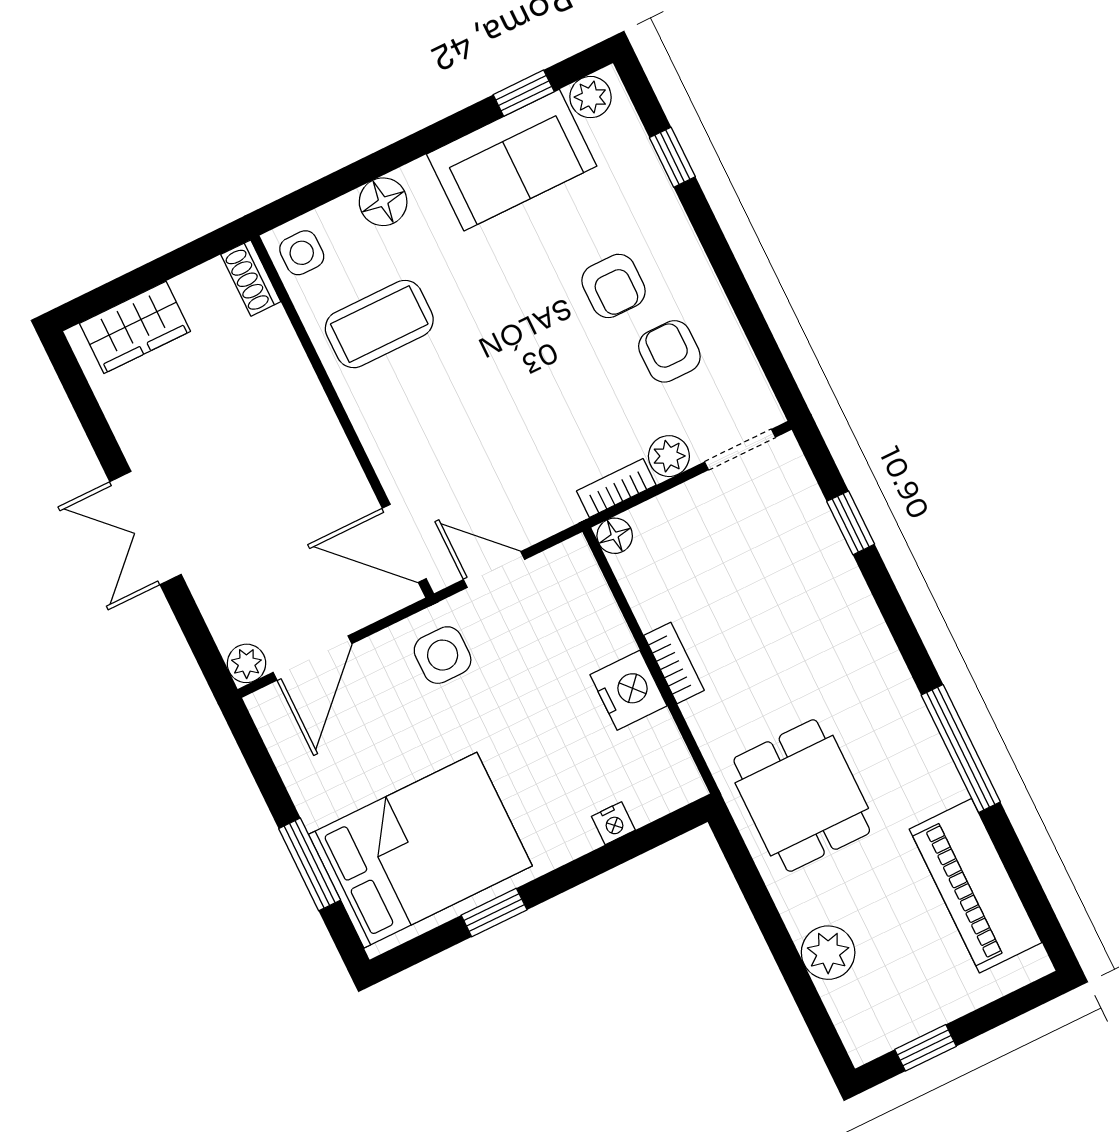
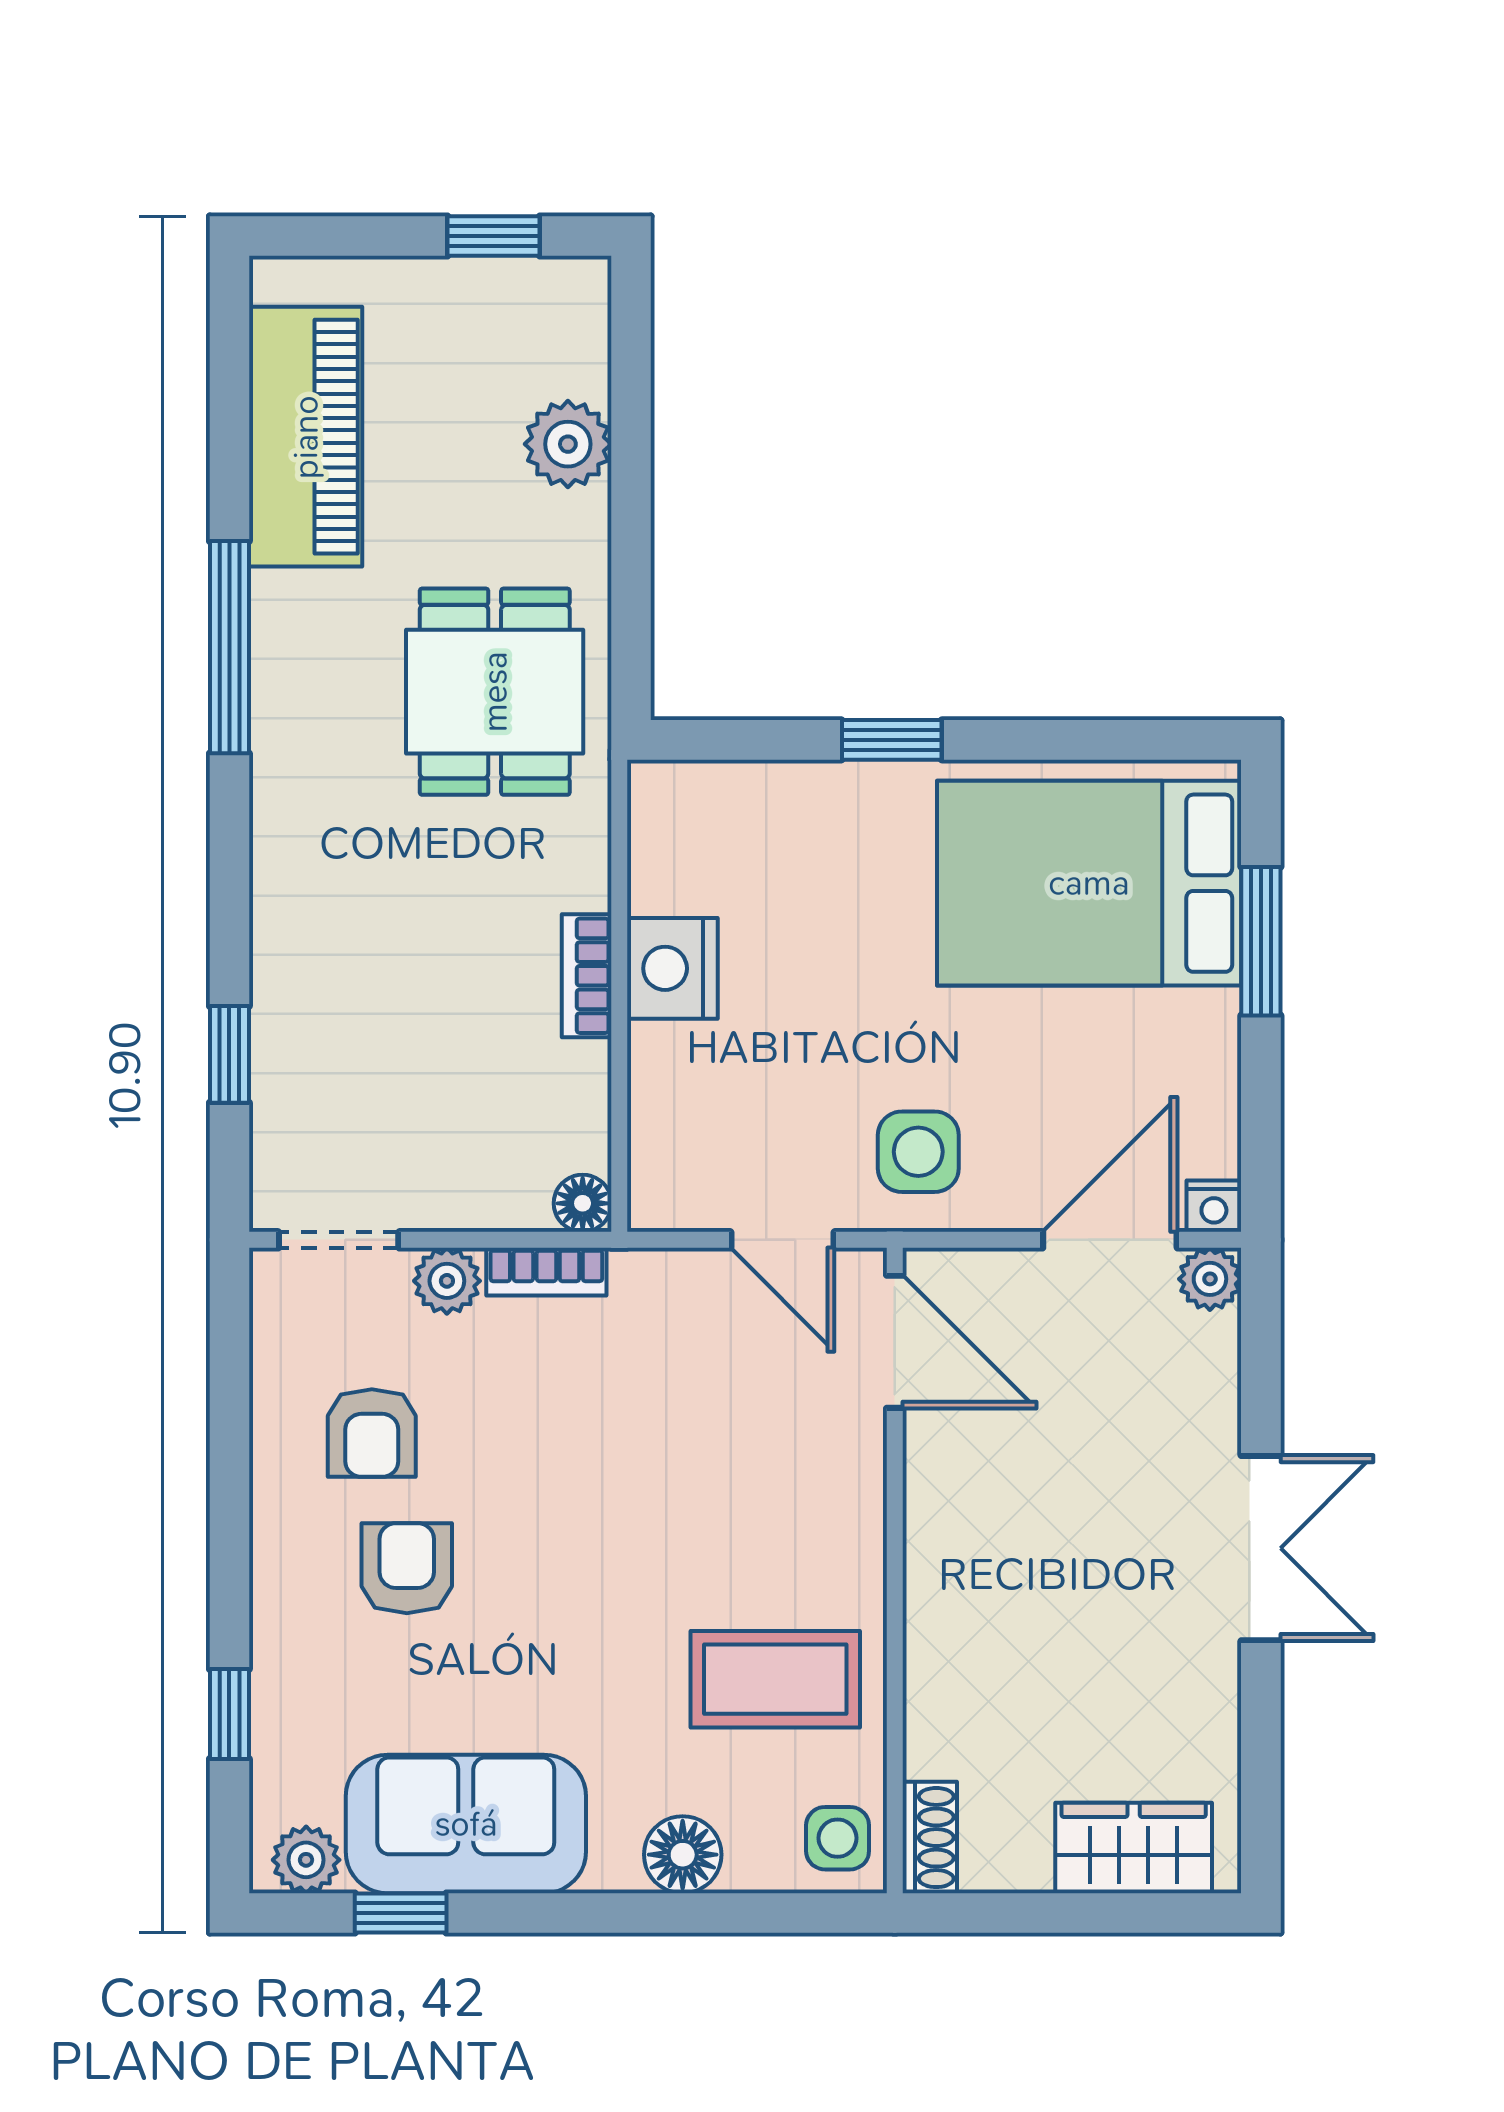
nightstand: (613, 823) -> (1214, 1206), moved, turned 180
window: (494, 913) -> (892, 740), moved

